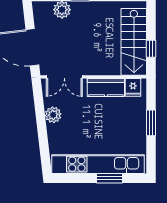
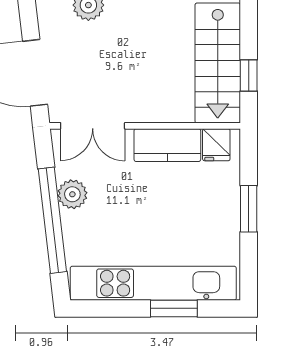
window: (42, 129) -> (52, 220), added

